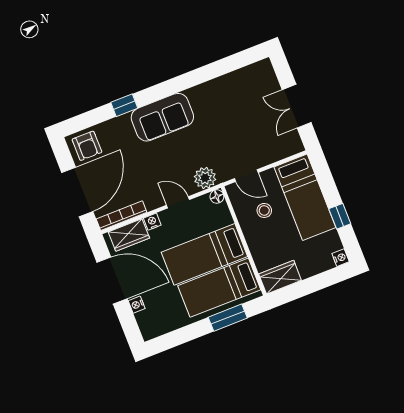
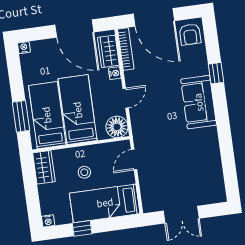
double door: (297, 106) -> (181, 215), swing flipped
armchair: (87, 146) -> (190, 34), turned -90
plant: (205, 178) -> (140, 125), removed
floor lamp: (217, 197) -> (117, 127), width x1.89, depth x1.89
stool: (264, 210) -> (84, 172), moved
door: (112, 280) -> (74, 28), hinge flipped
nightstand: (137, 305) -> (24, 48), moved

